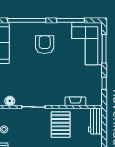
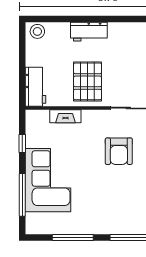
corner sofa: (87, 44) -> (48, 180), moved
armchair: (45, 45) -> (119, 151), moved

